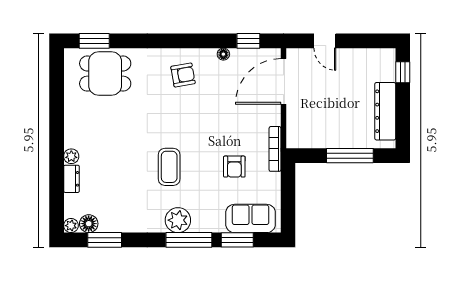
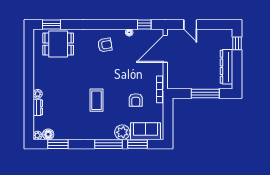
plant: (178, 220) -> (122, 132), moved

